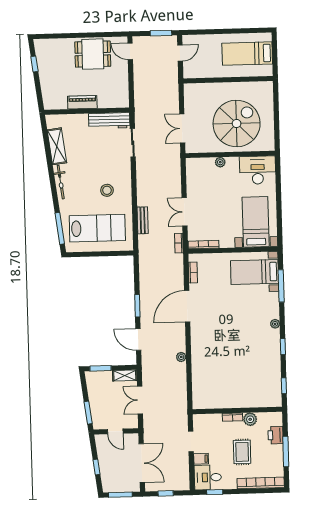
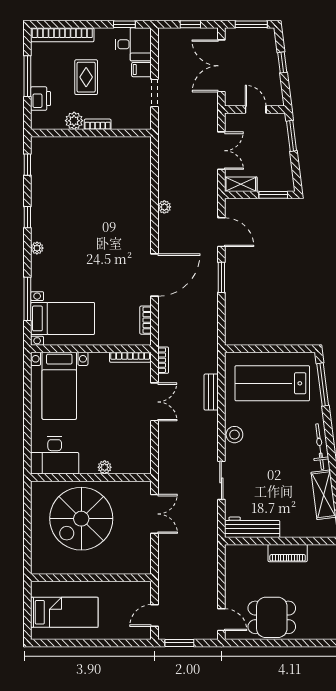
sliding door: (133, 143) -> (221, 480), moved
stool: (107, 190) -> (234, 435), moved

